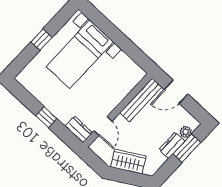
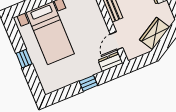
door: (103, 126) -> (117, 41), swing flipped

